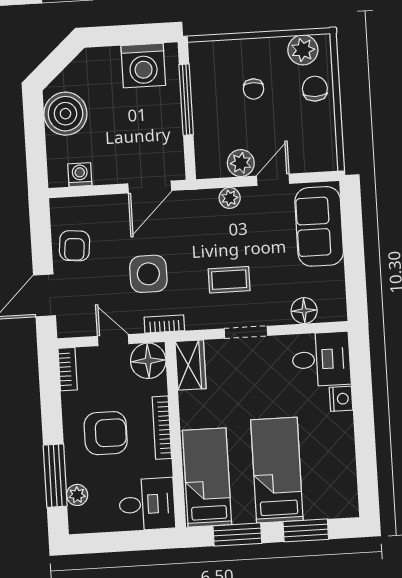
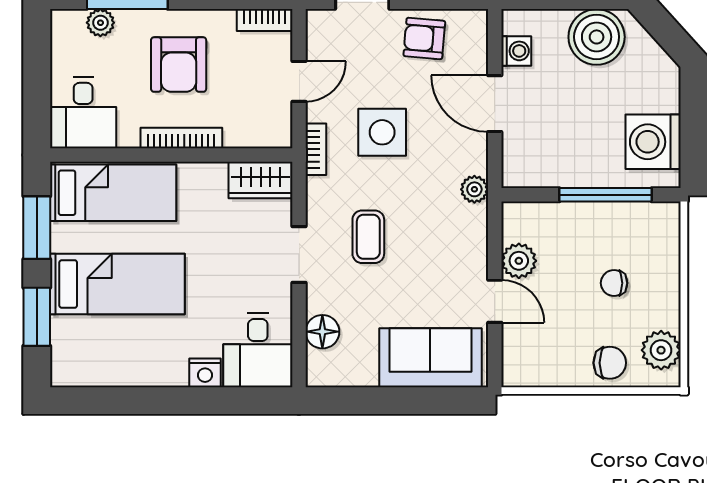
door: (150, 187) -> (495, 104), moved
plant: (230, 198) -> (474, 189), moved
floor lamp: (148, 361) -> (269, 125), removed

